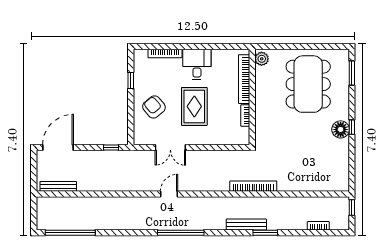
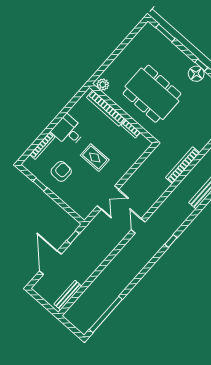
dining table: (308, 84) -> (152, 94), moved
rug: (194, 106) -> (95, 158), width x0.73, depth x0.70
armchair: (154, 107) -> (61, 171), moved, turned 133
door: (58, 147) -> (50, 263), moved
window: (181, 233) -> (171, 241), width x0.32

